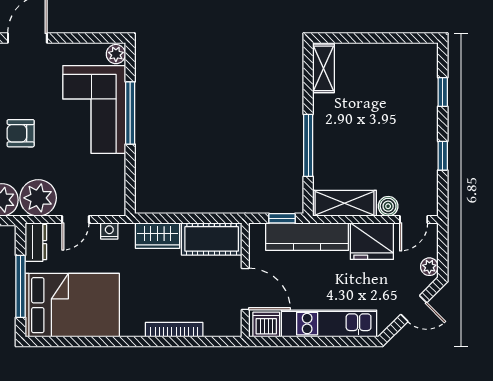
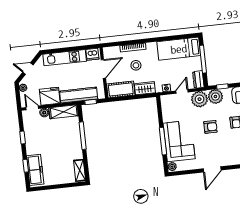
freezer: (423, 80) -> (35, 170), added
door: (414, 219) -> (32, 108), hinge flipped
stool: (172, 289) -> (136, 65), added
door: (245, 289) -> (103, 69), swing flipped
bed: (72, 305) -> (179, 49), width x0.67

